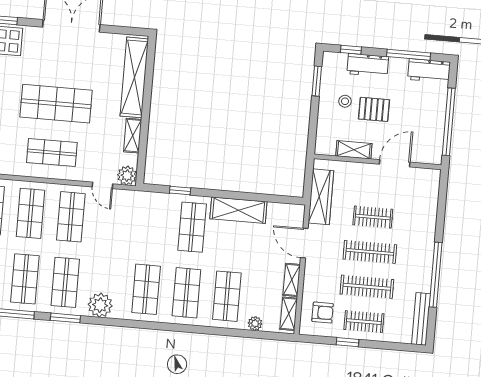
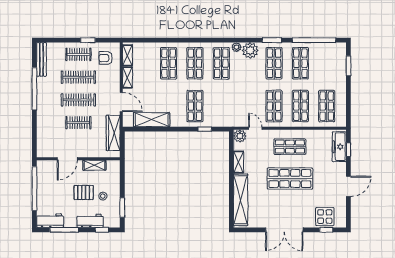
shelving: (238, 210) -> (152, 120), moved
plant: (255, 323) -> (237, 47), moved

